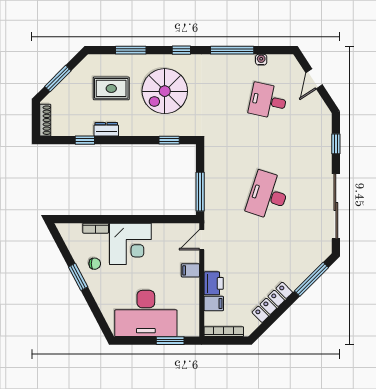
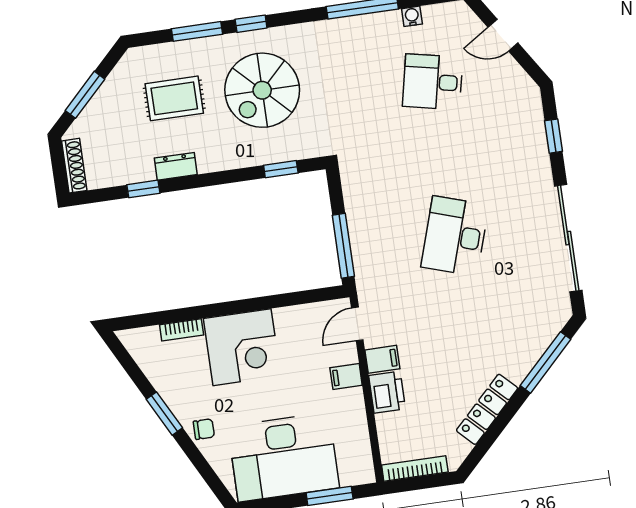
window: (181, 50) -> (251, 24), moved
door: (314, 79) -> (503, 35), hinge flipped
chair: (95, 264) -> (204, 429), moved
filing cabinet: (214, 303) -> (382, 359), moved

